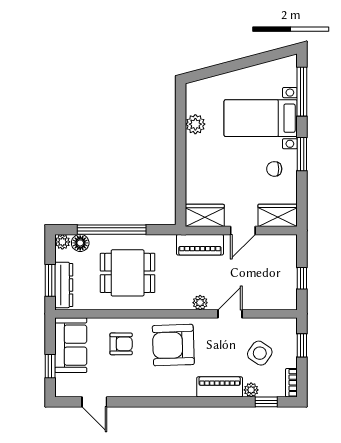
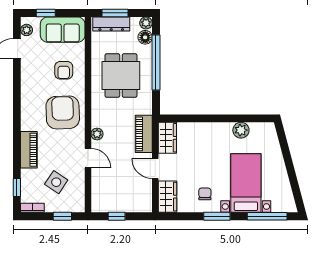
plant: (251, 390) -> (27, 30), moved

